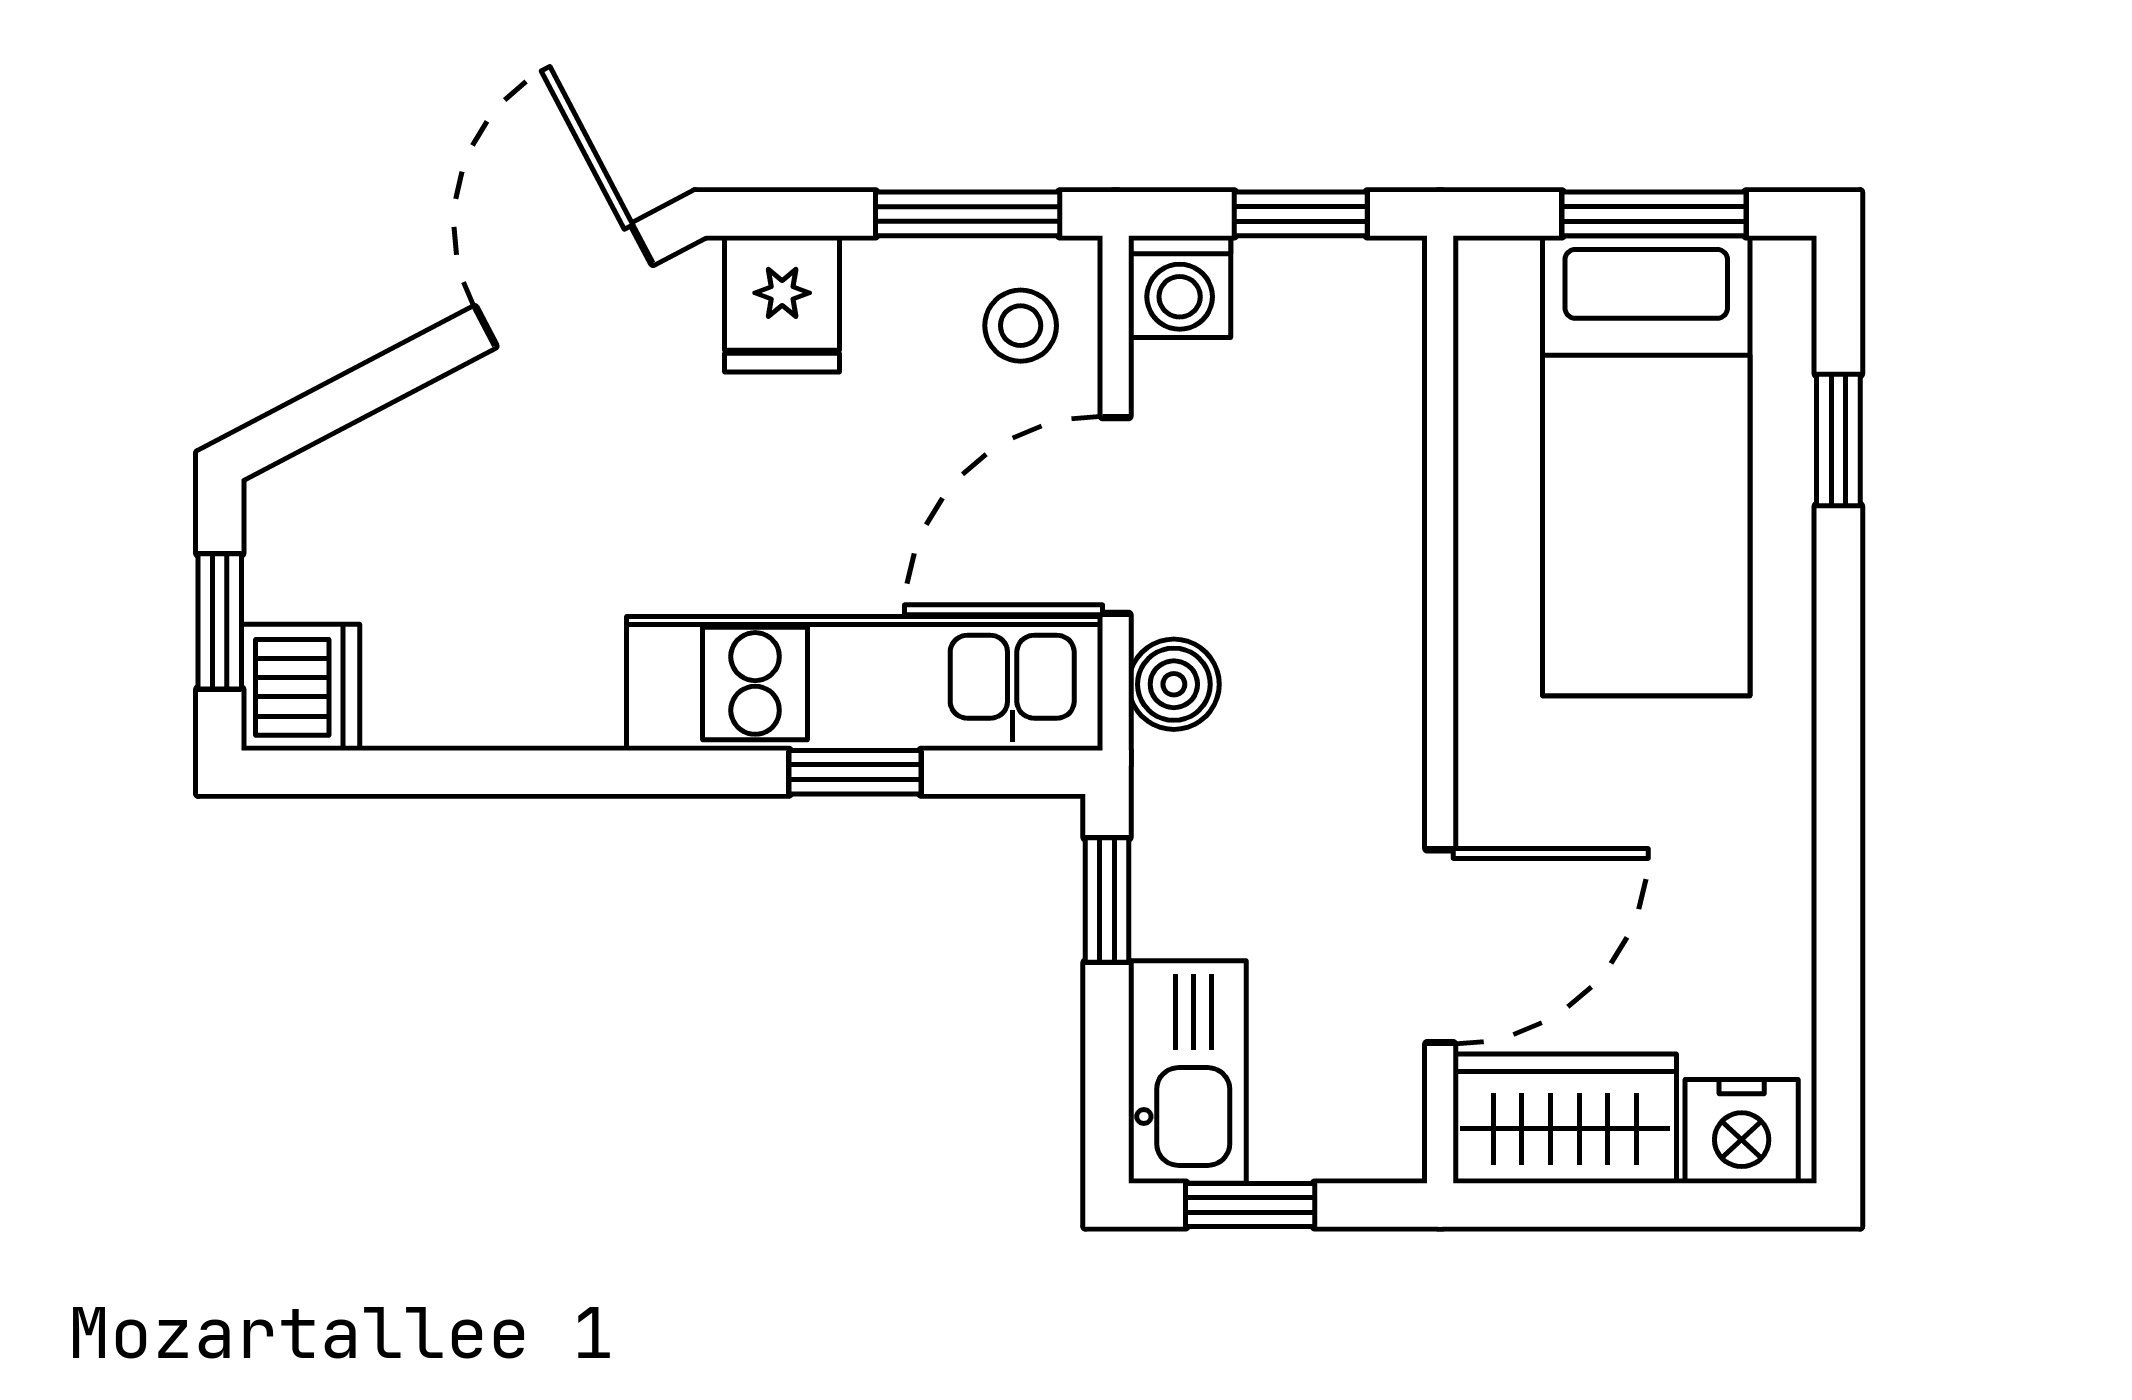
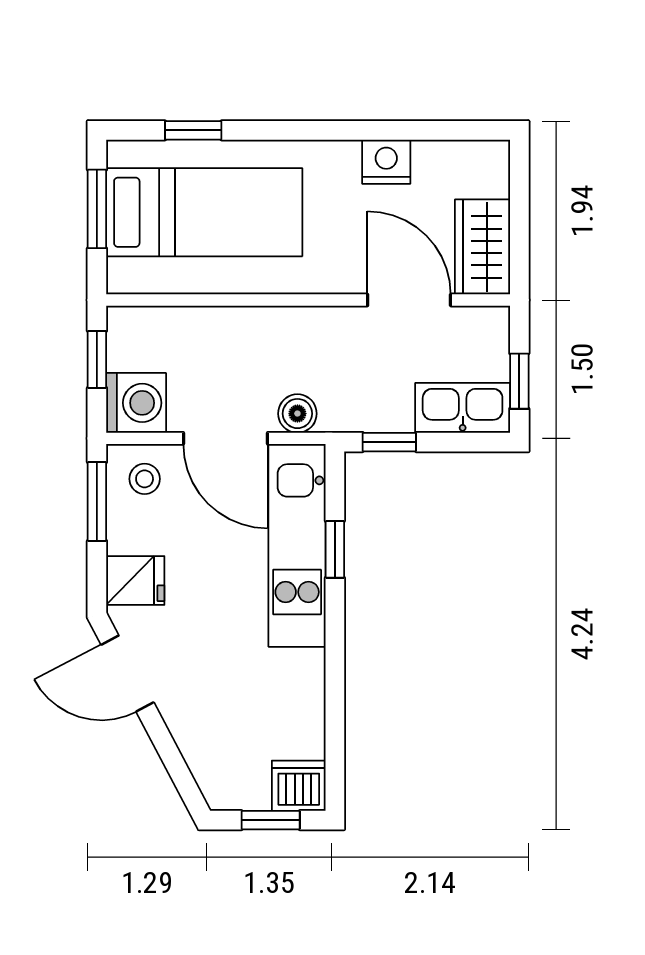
washing machine: (1180, 287) -> (136, 403), width x1.38, depth x1.38
nightstand: (1742, 1131) -> (386, 162), moved, turned -90

